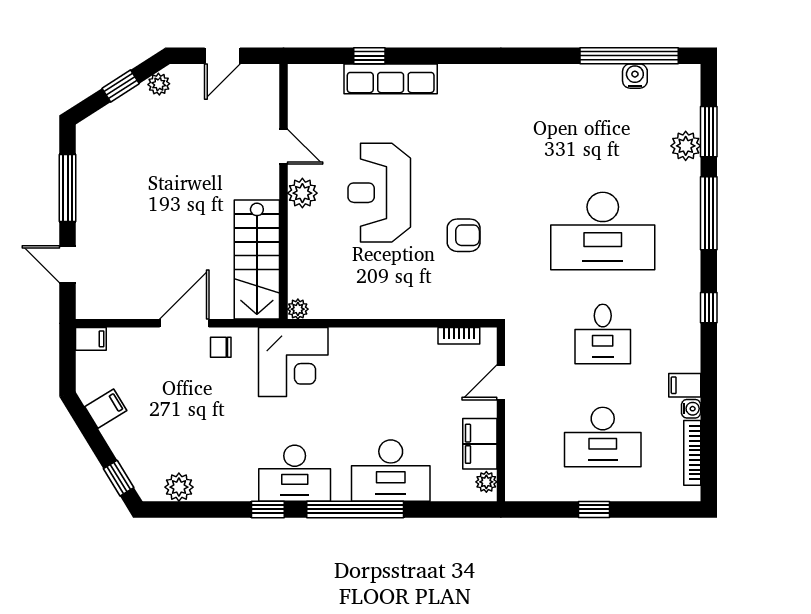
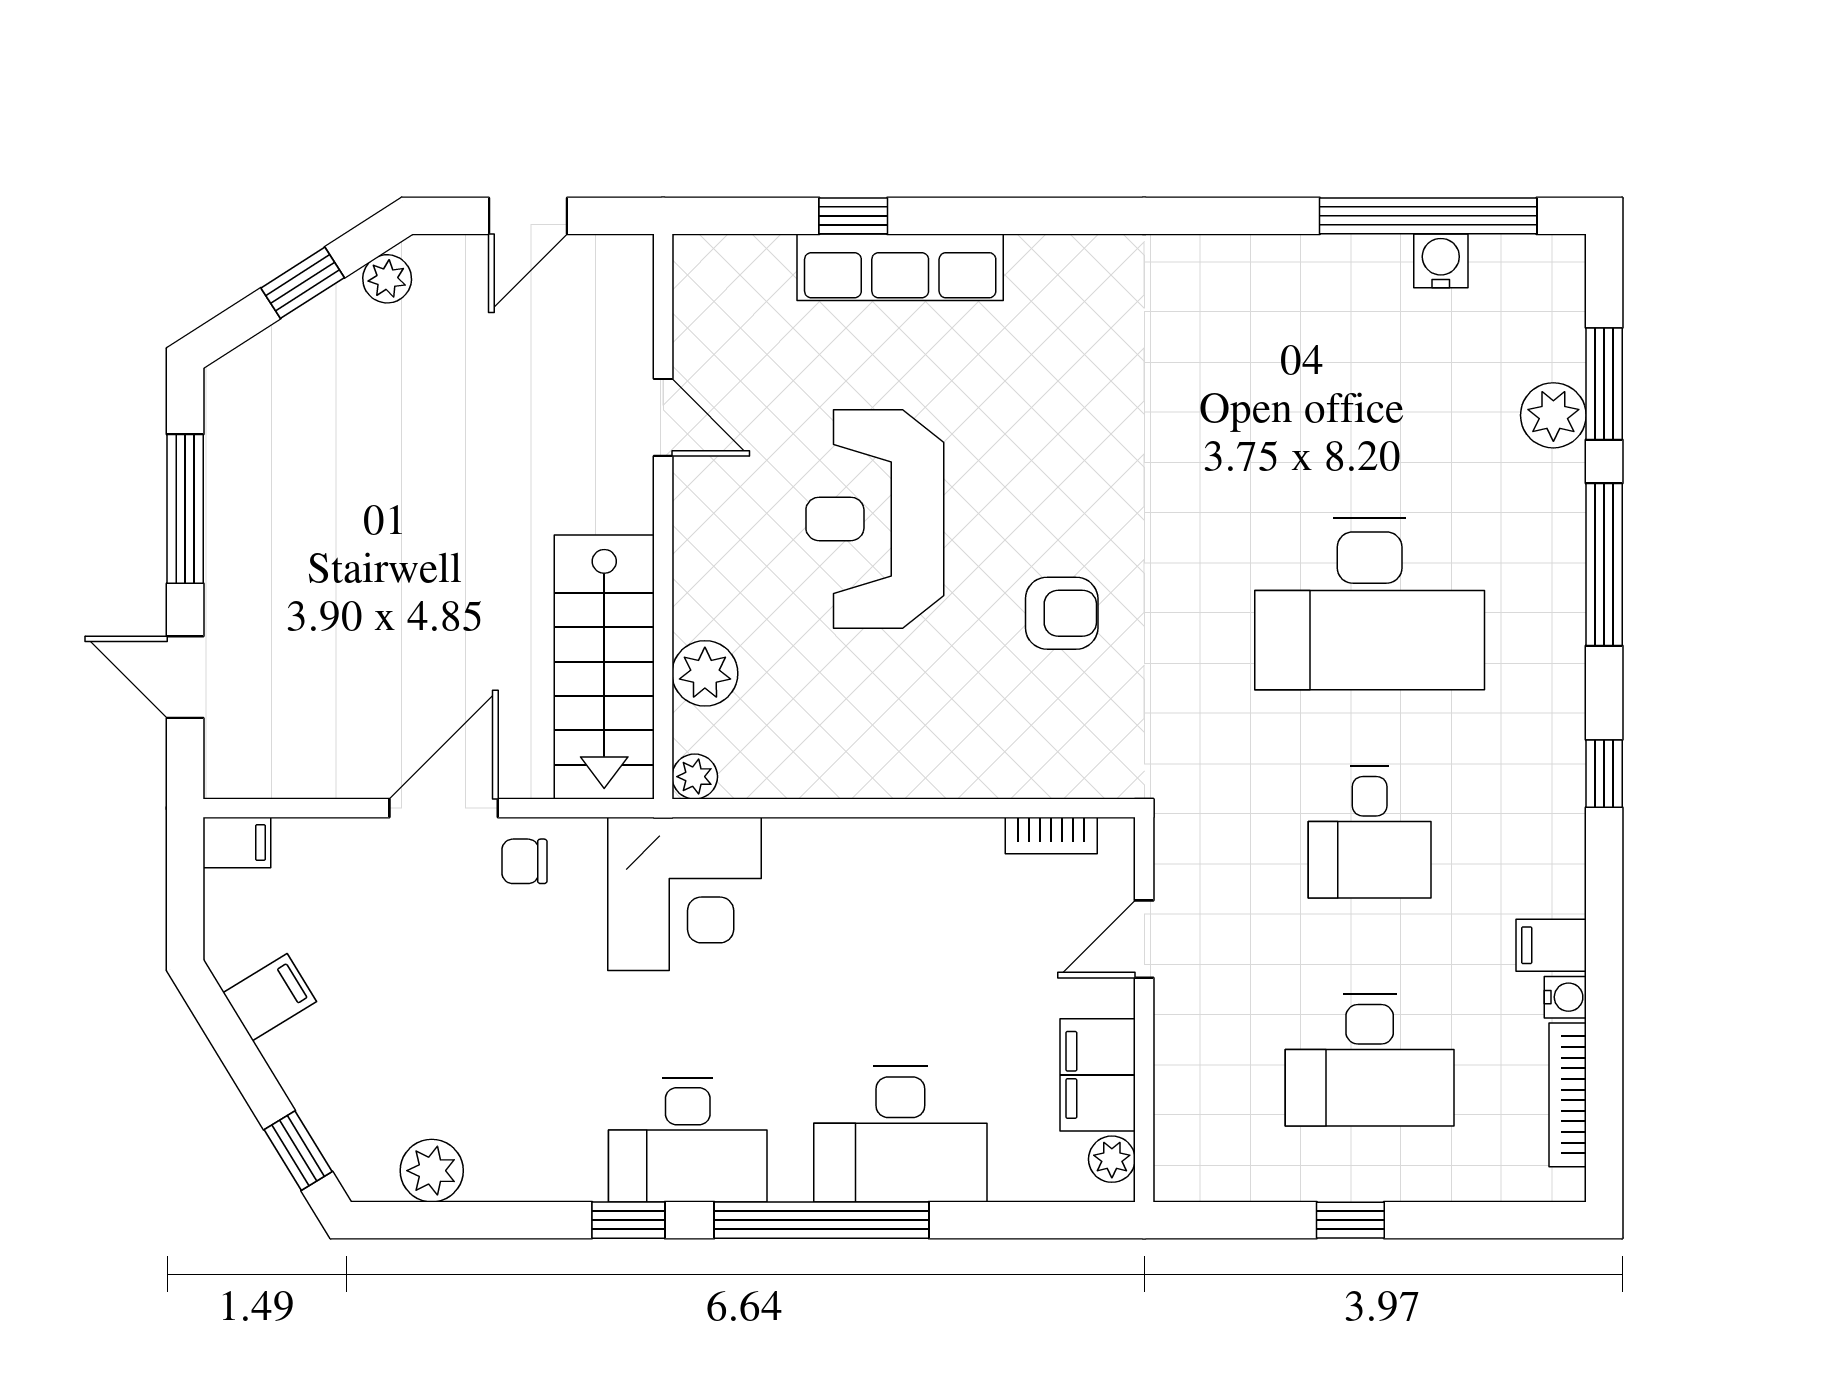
plant: (302, 193) -> (705, 673), moved

